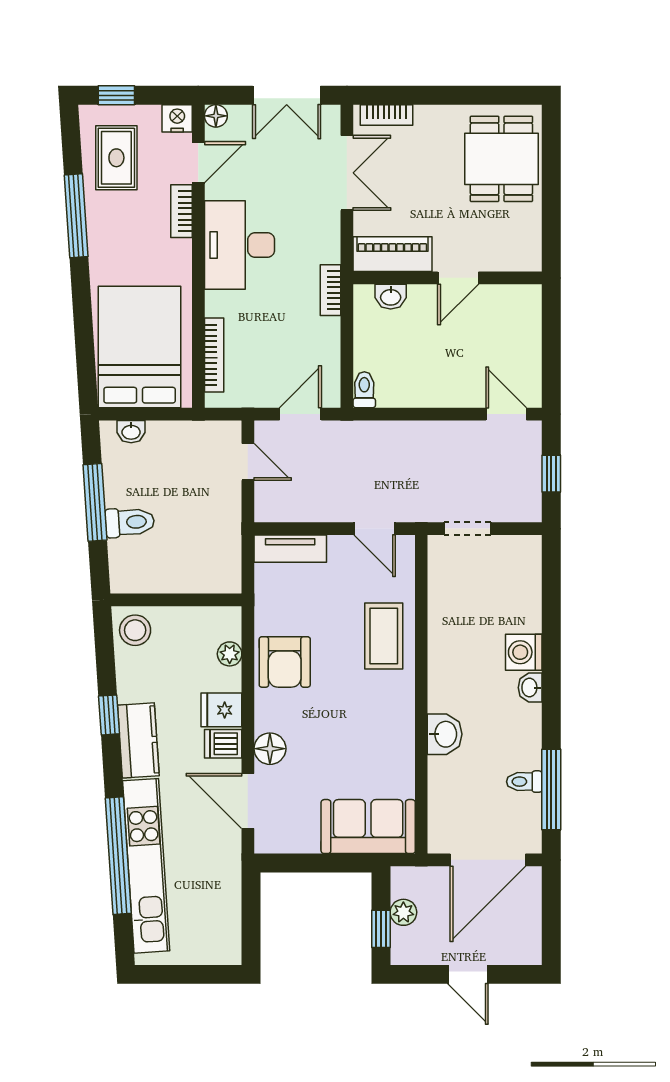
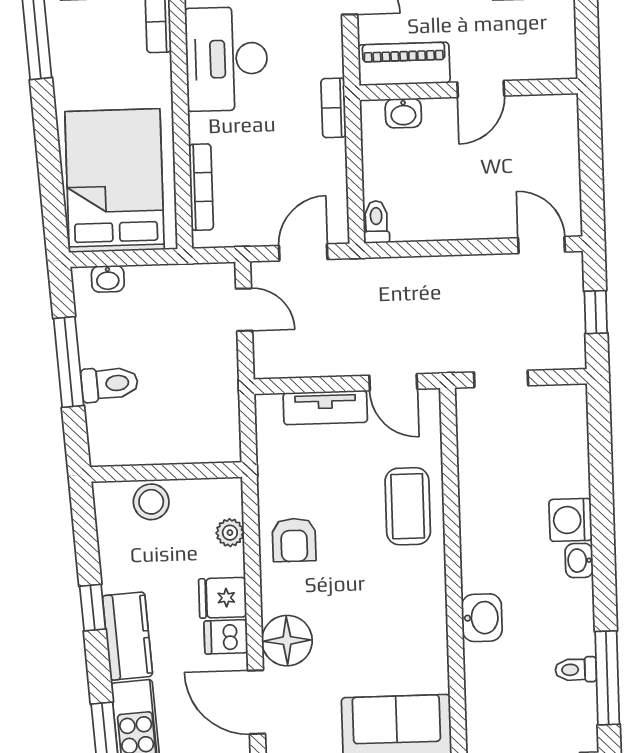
tv unit: (290, 549) -> (325, 408), moved
stool: (135, 630) -> (151, 502), moved
armchair: (285, 662) -> (294, 540), width x0.72, depth x0.72
floor lamp: (270, 749) -> (287, 641), width x1.38, depth x1.38

